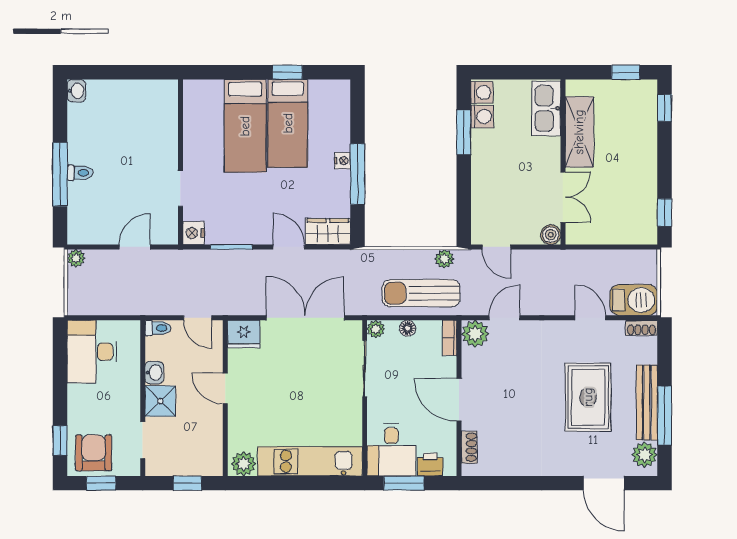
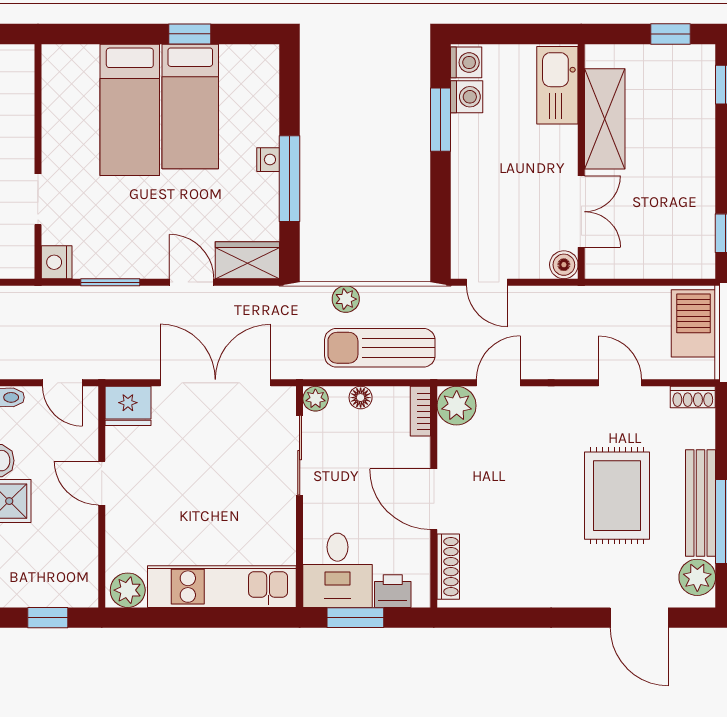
plant: (444, 259) -> (346, 299), moved
barbecue: (634, 300) -> (693, 323), moved, turned -90
shoe rack: (469, 447) -> (448, 567), width x1.43

